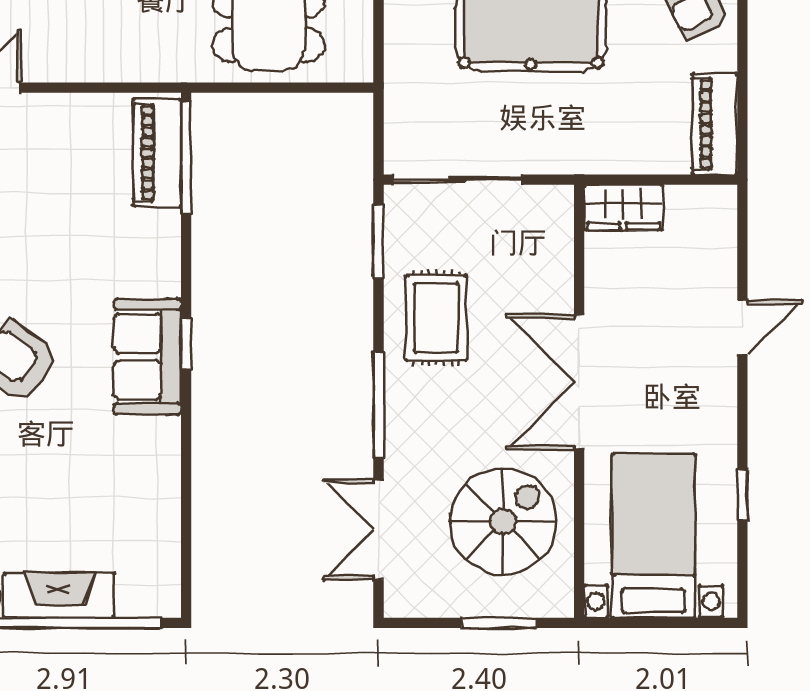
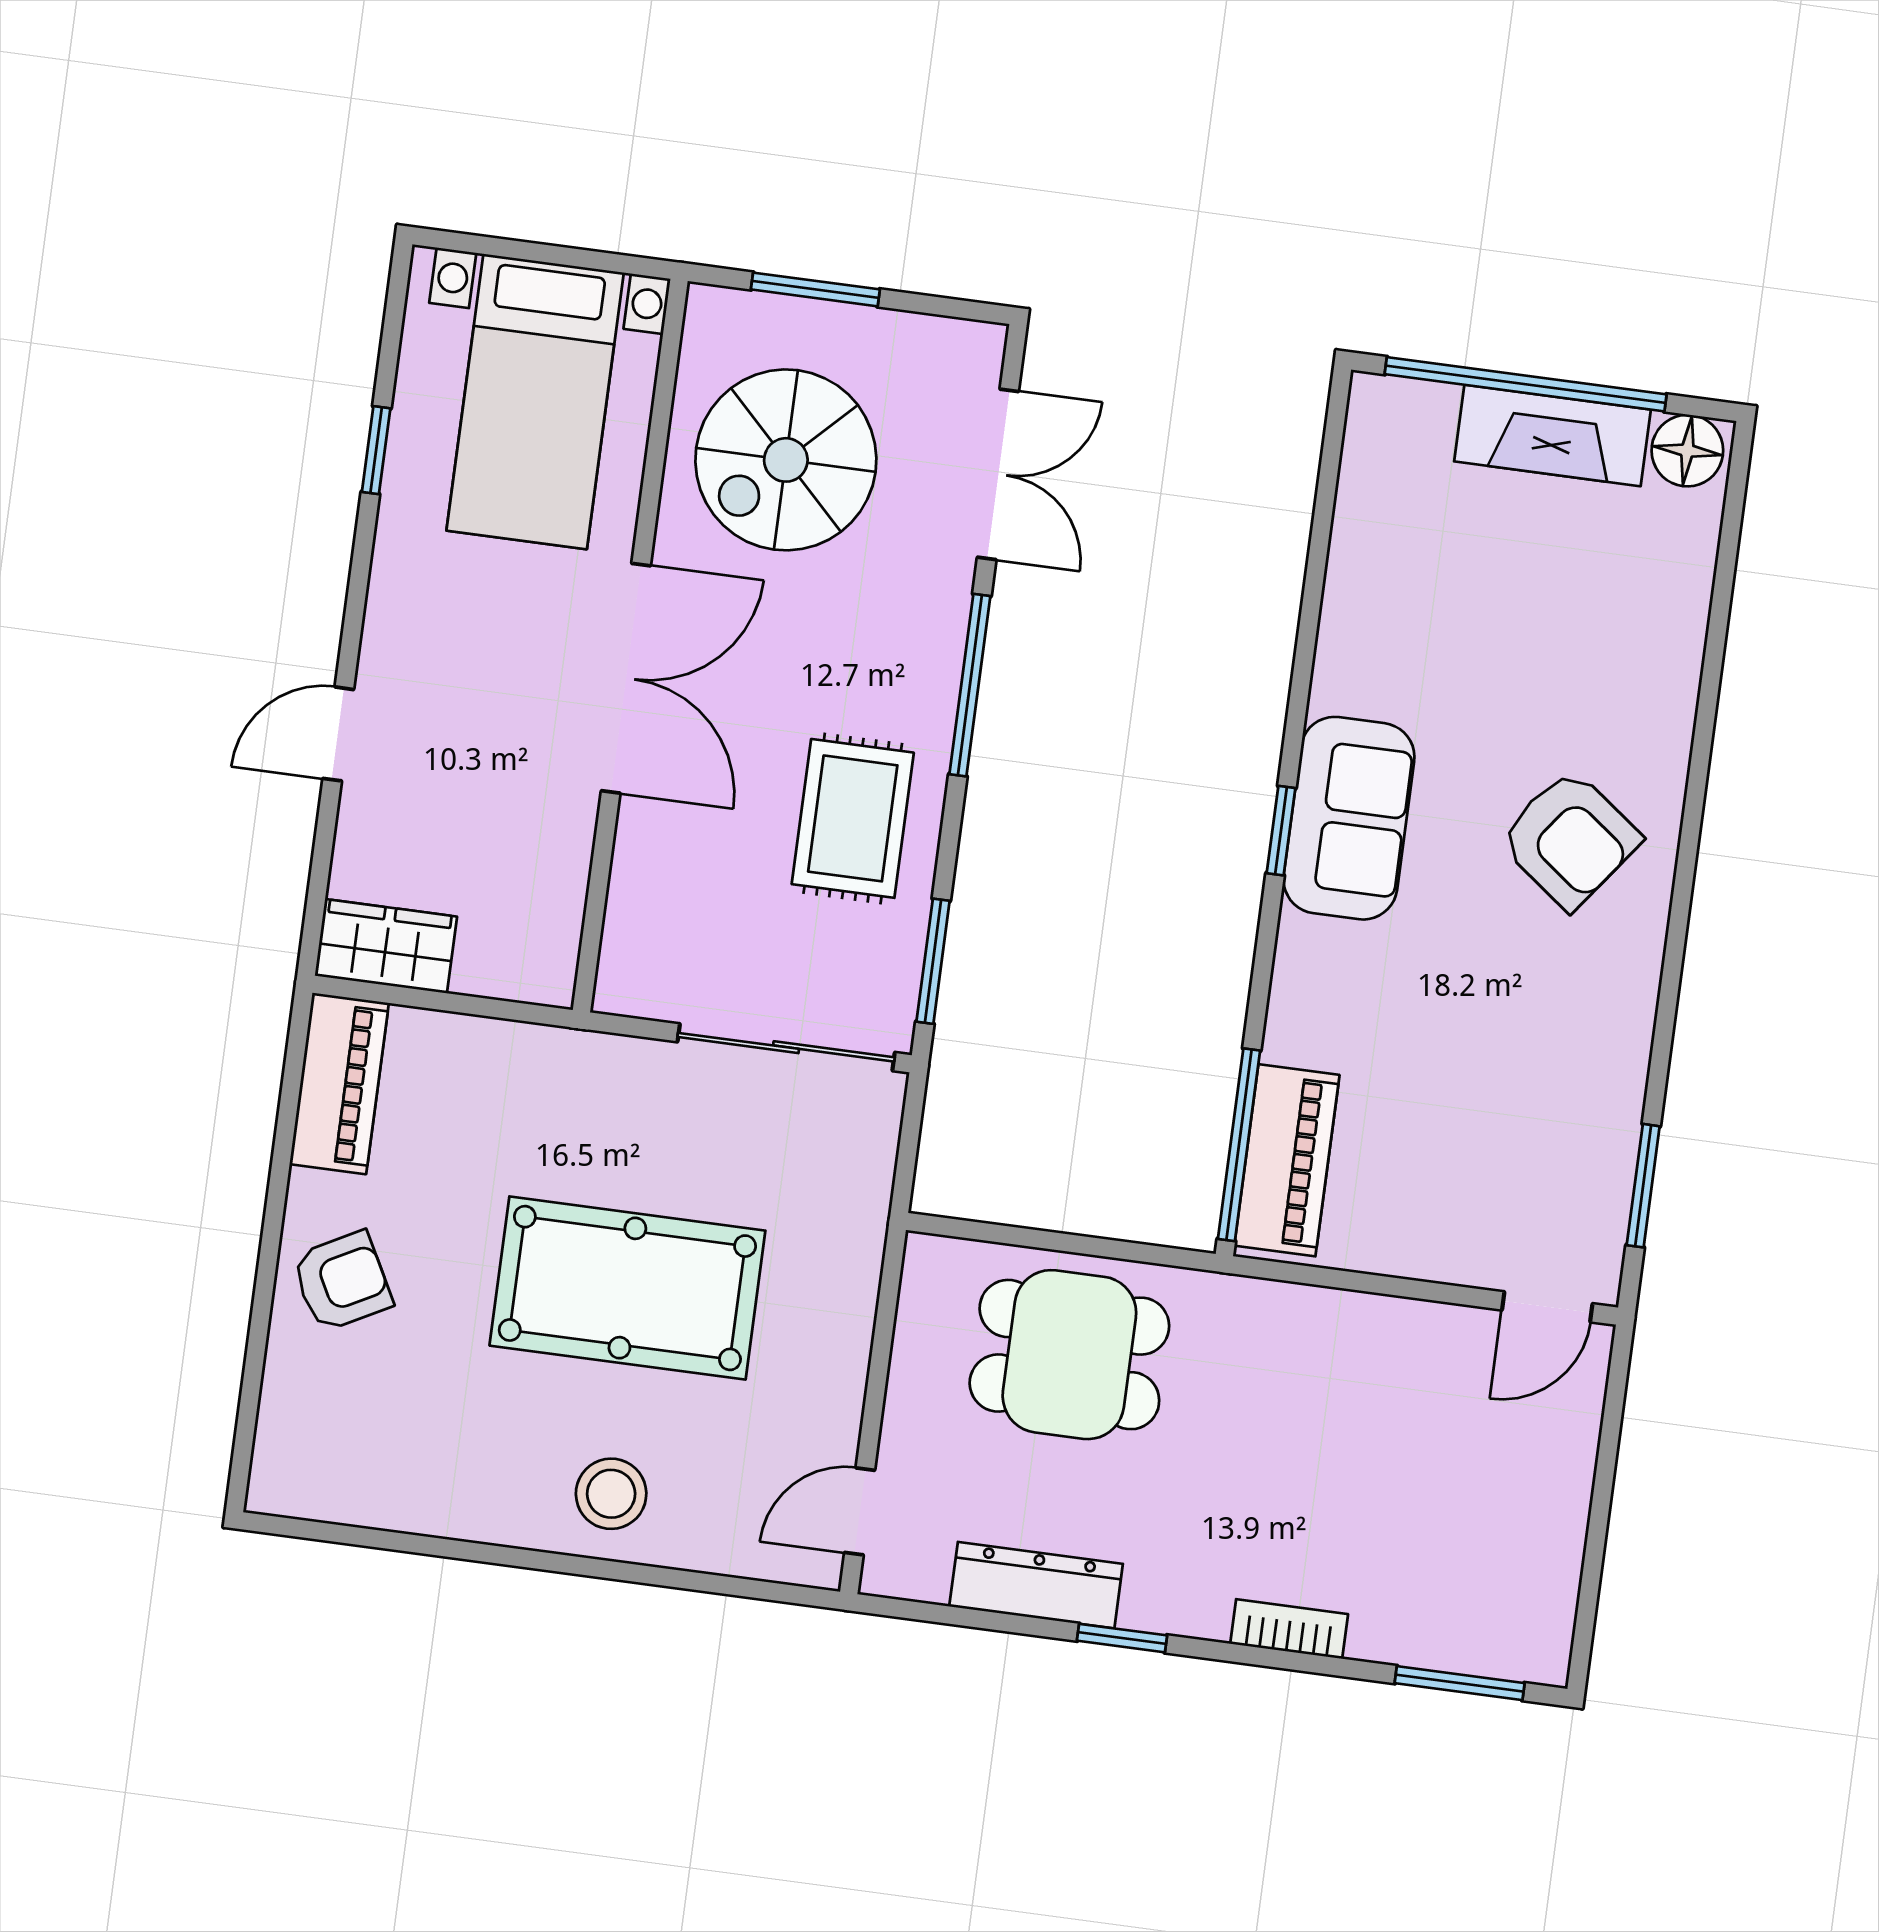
wardrobe: (623, 207) -> (386, 946), moved

